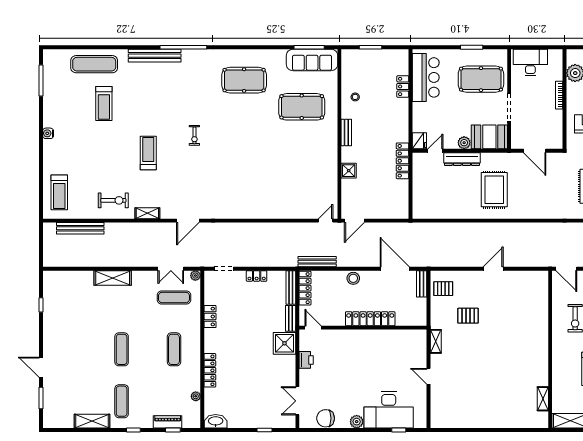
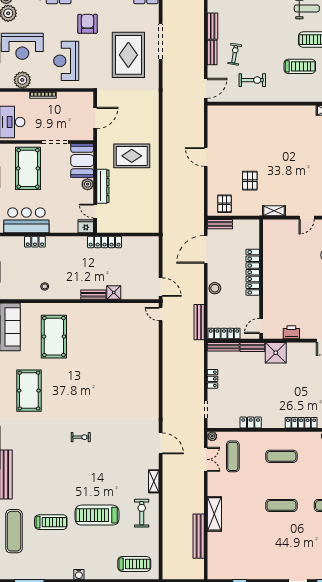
bench: (346, 132) -> (93, 295), moved
treadmill: (148, 153) -> (97, 515), moved, width x1.37, depth x1.38
bench: (80, 228) -> (199, 536), moved

